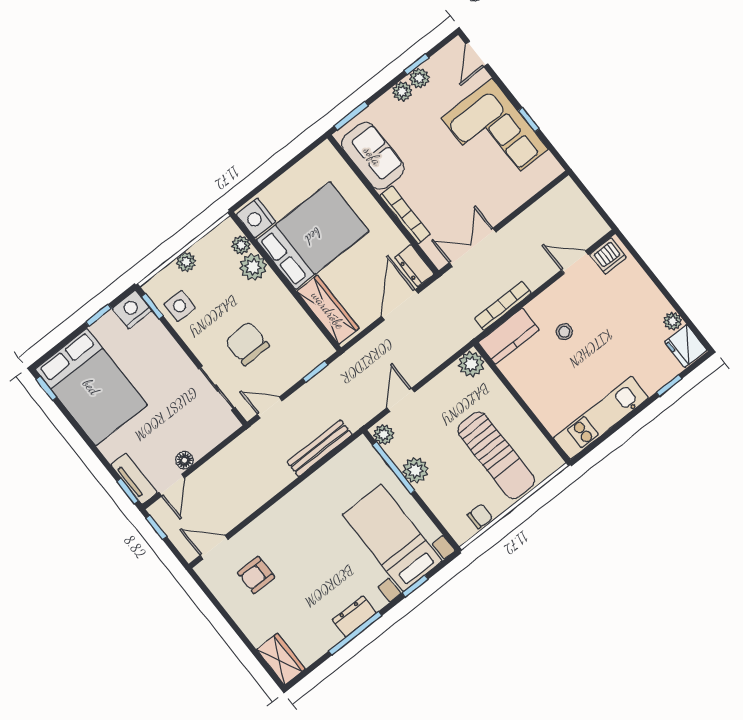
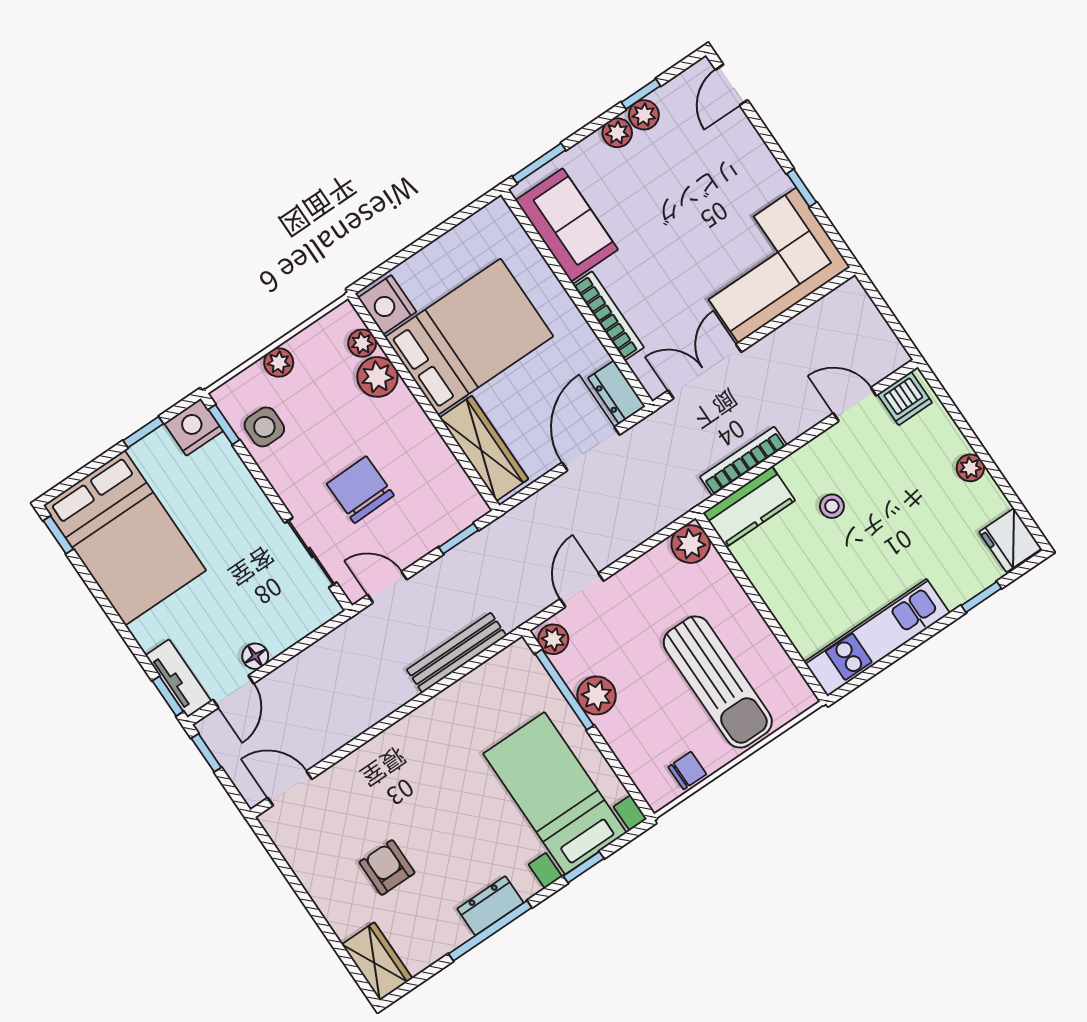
corner sofa: (495, 134) -> (767, 265), moved, turned 90
plant: (673, 321) -> (970, 468), moved
armchair: (256, 575) -> (387, 868), moved, turned 90

